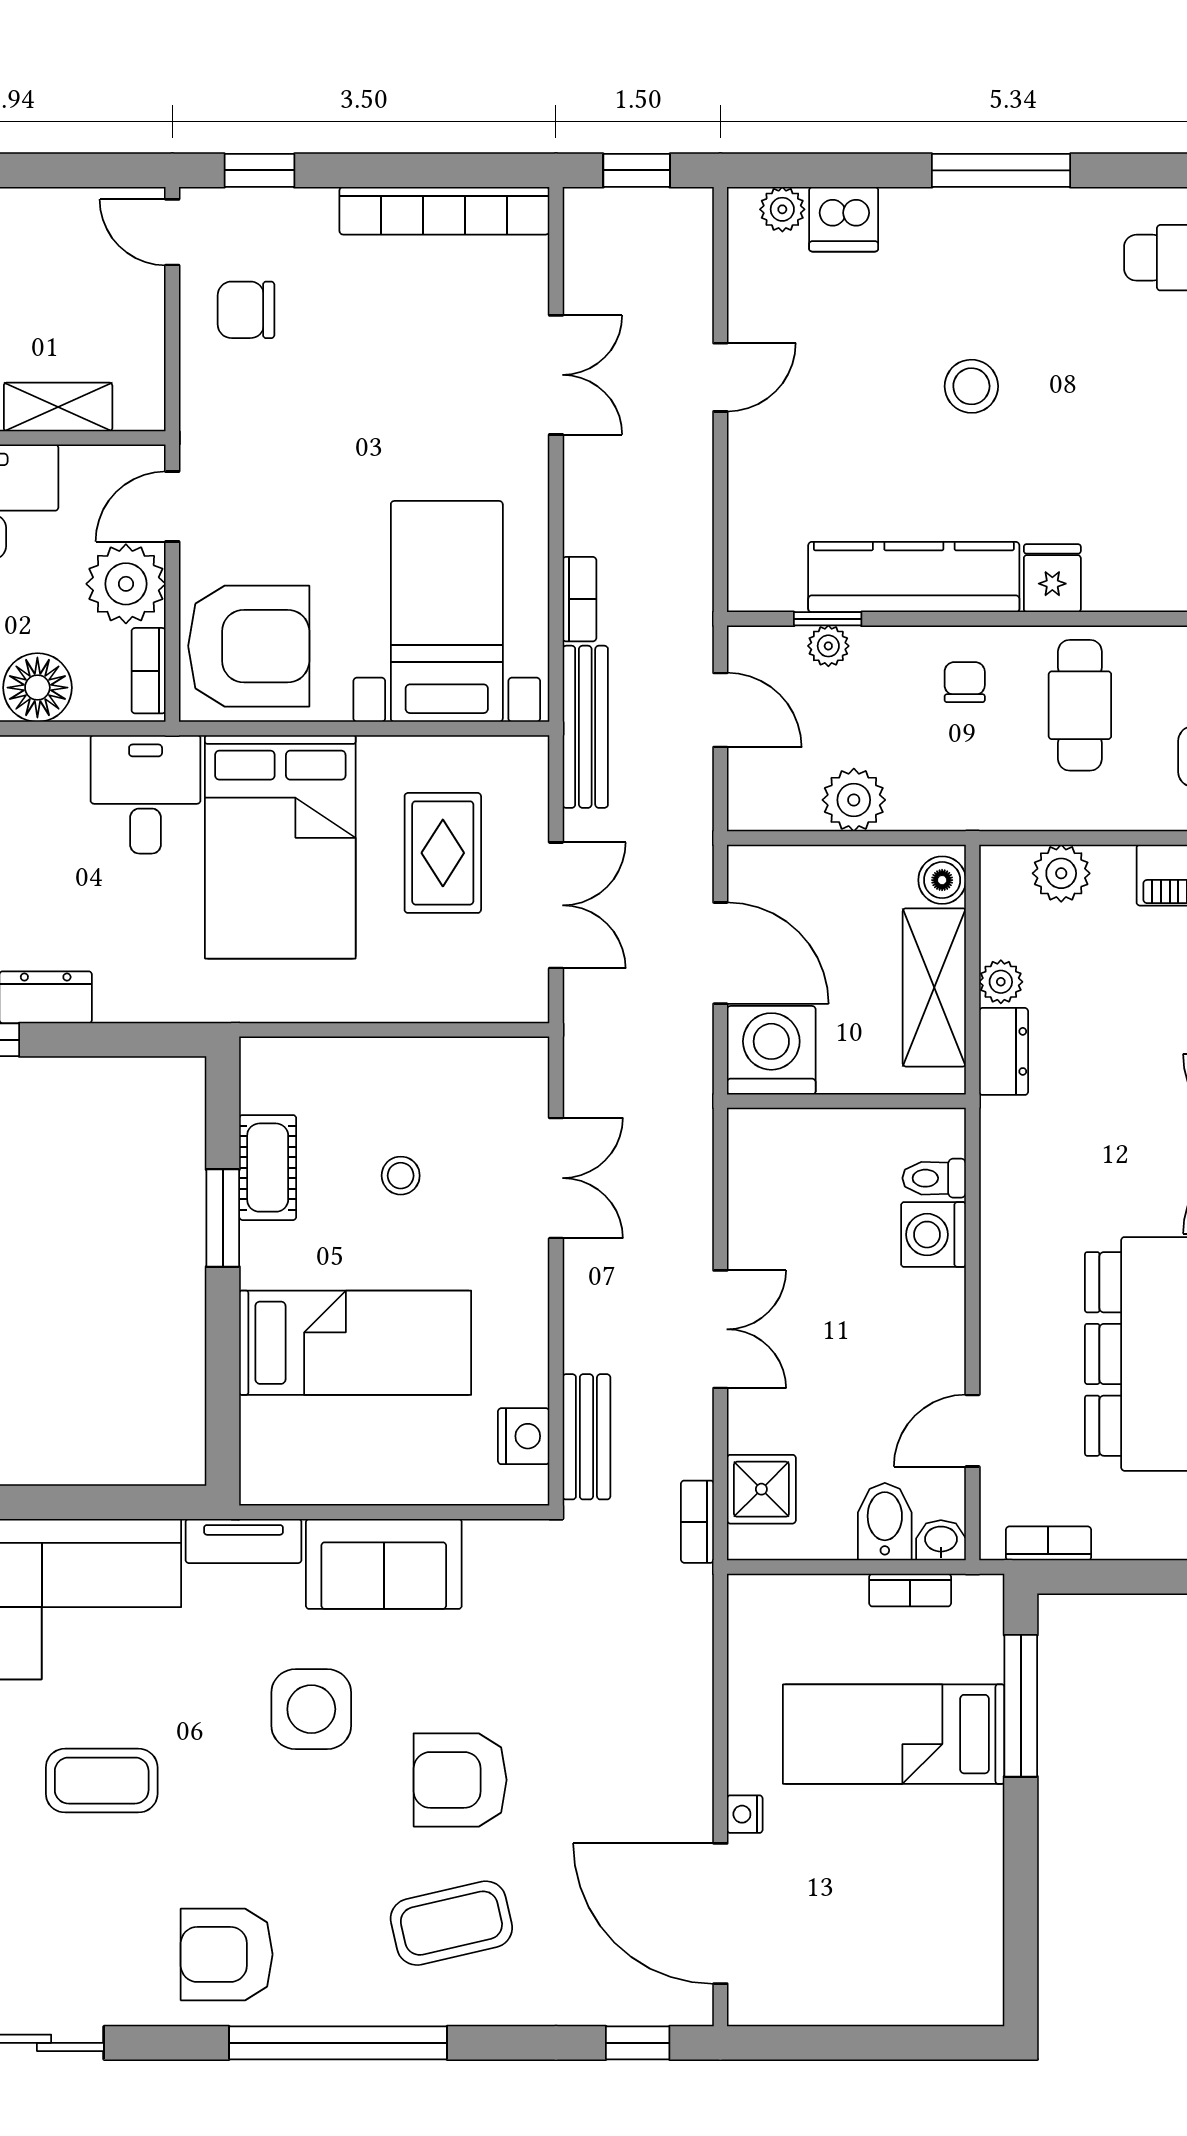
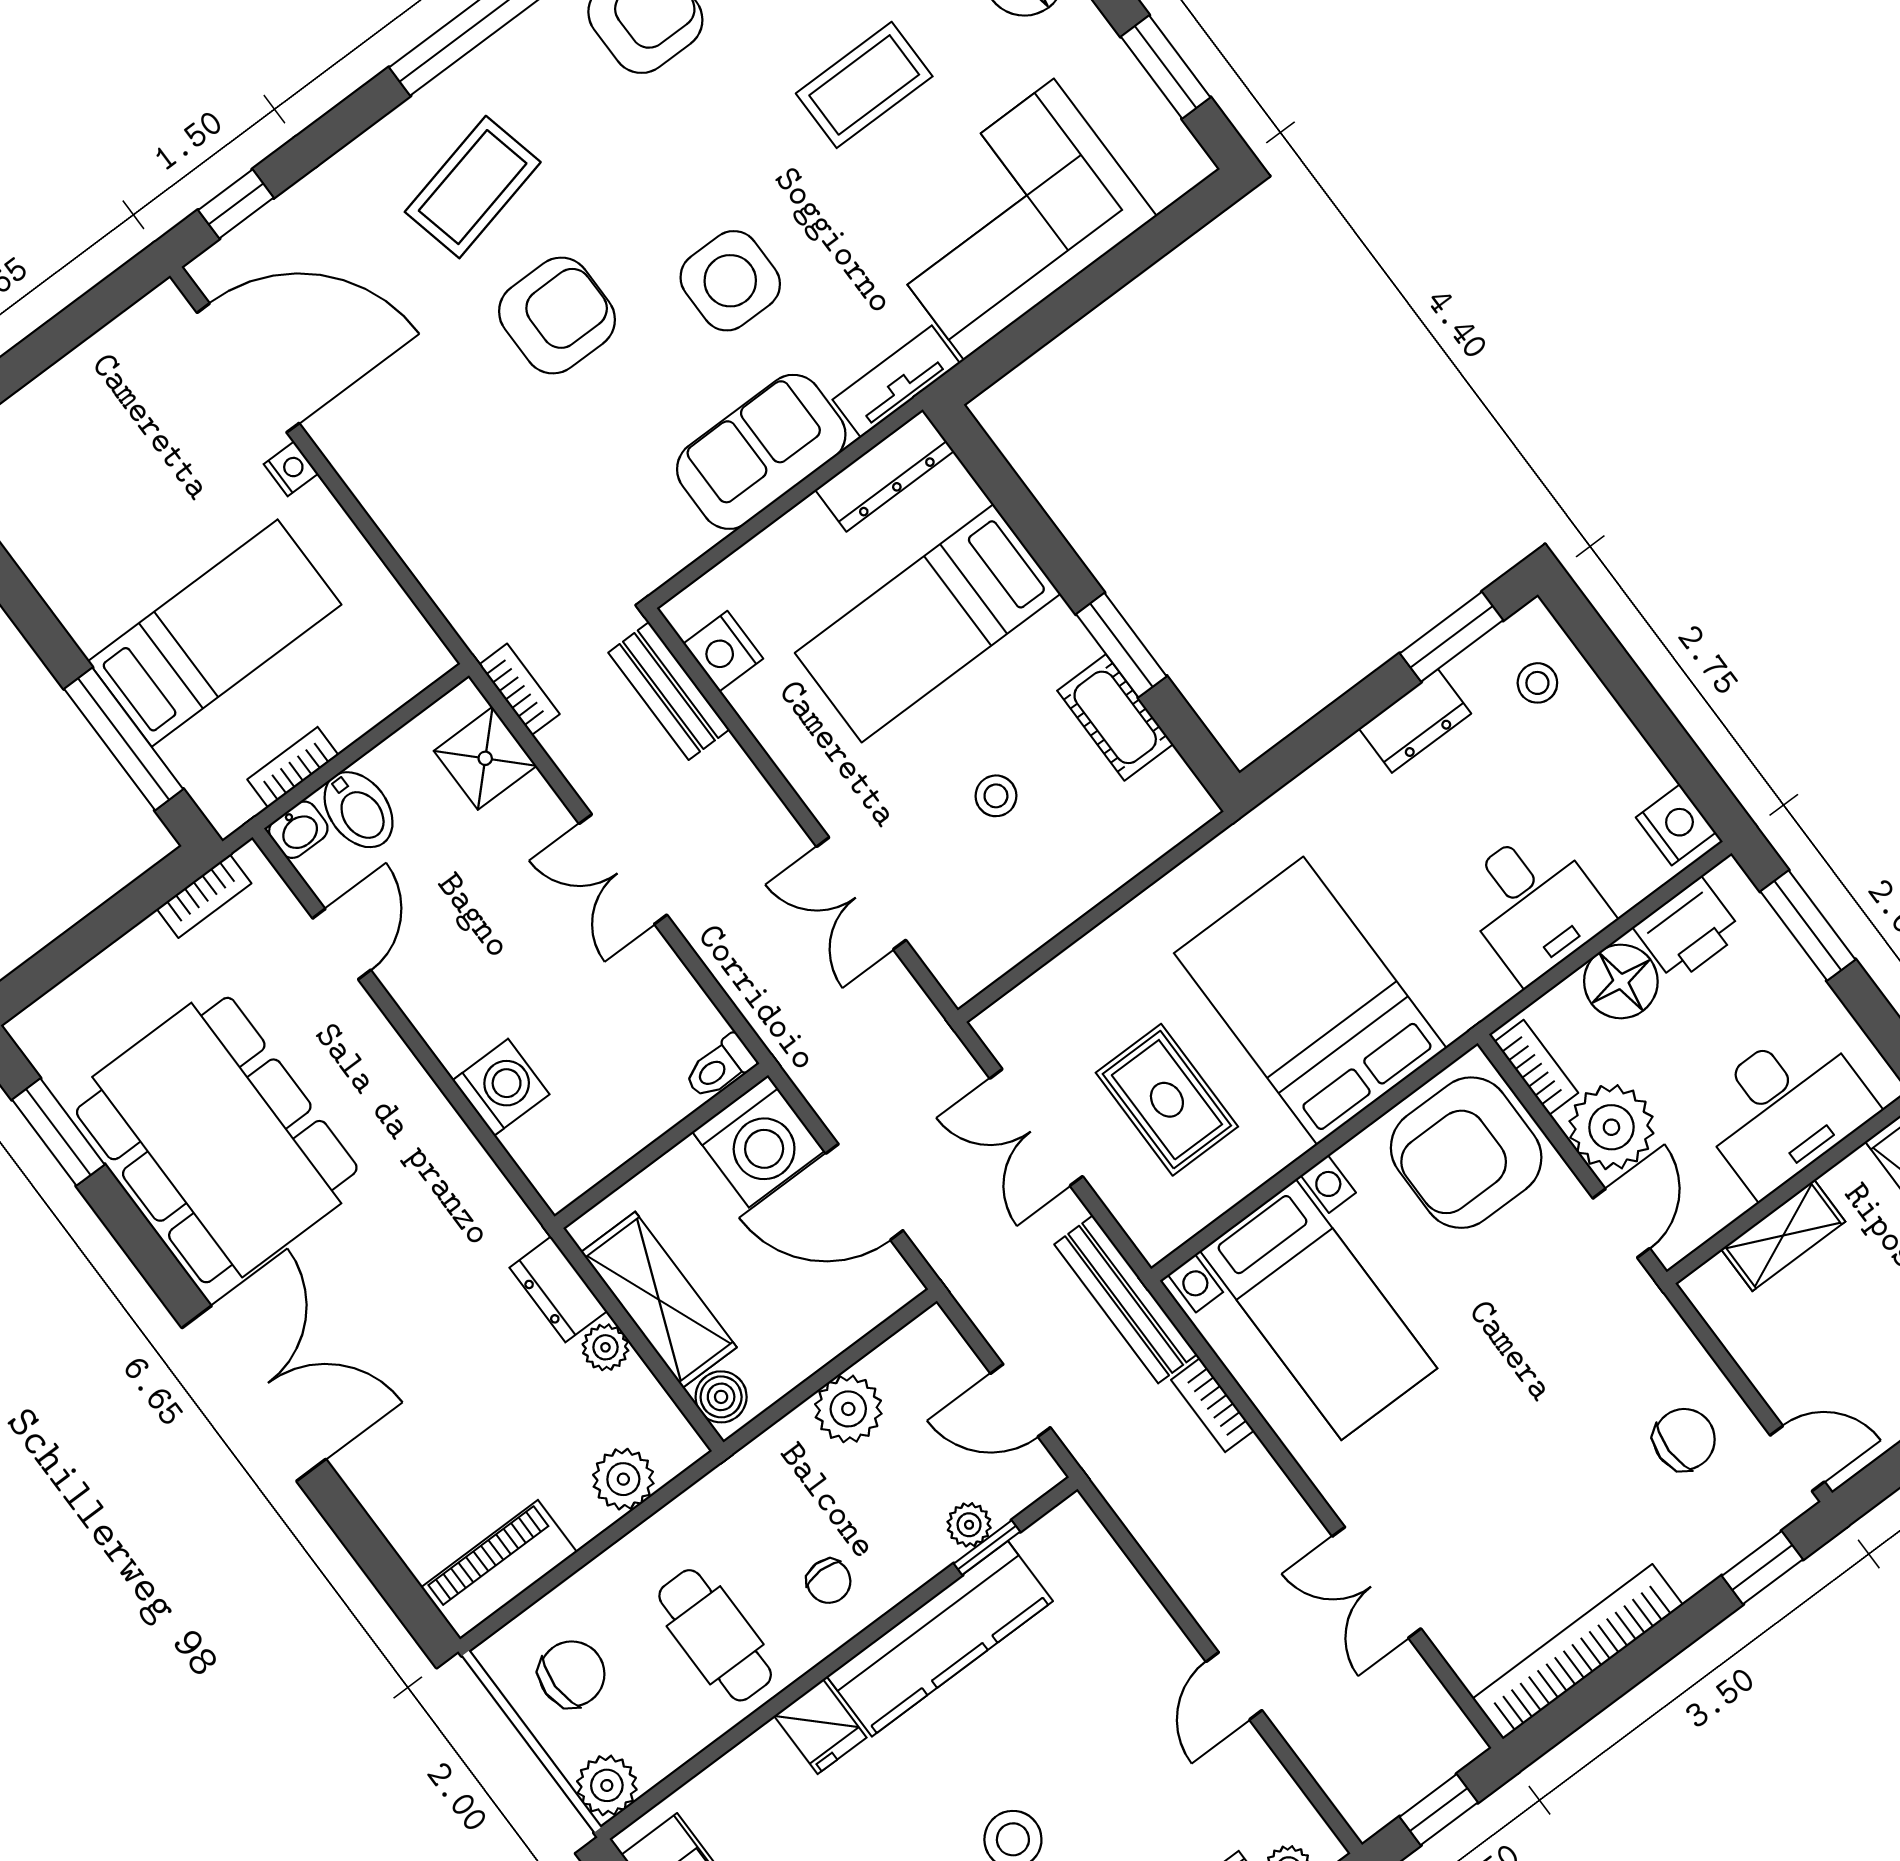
desk: (146, 794) -> (1534, 904), moved
toilet: (934, 1178) -> (720, 1067), moved, turned 180
dresser: (302, 1481) -> (885, 470), added

